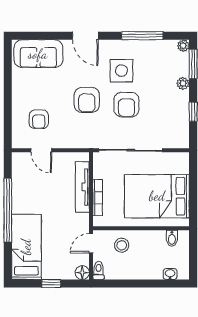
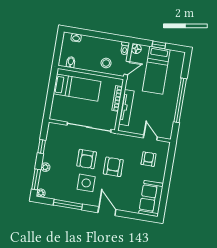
sofa: (38, 54) -> (151, 199), moved, turned -90
armchair: (127, 105) -> (87, 159), turned 180
bed: (157, 196) -> (77, 88), width x0.67
bed: (26, 247) -> (156, 70), moved

